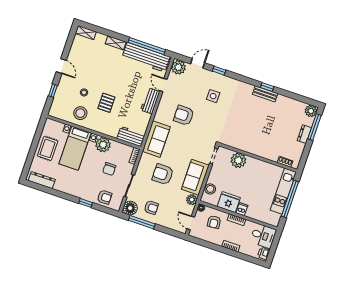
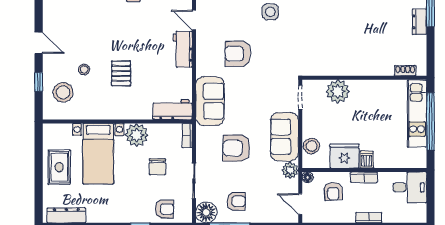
stool: (80, 113) -> (63, 92), moved
printer: (264, 253) -> (419, 212), removed

